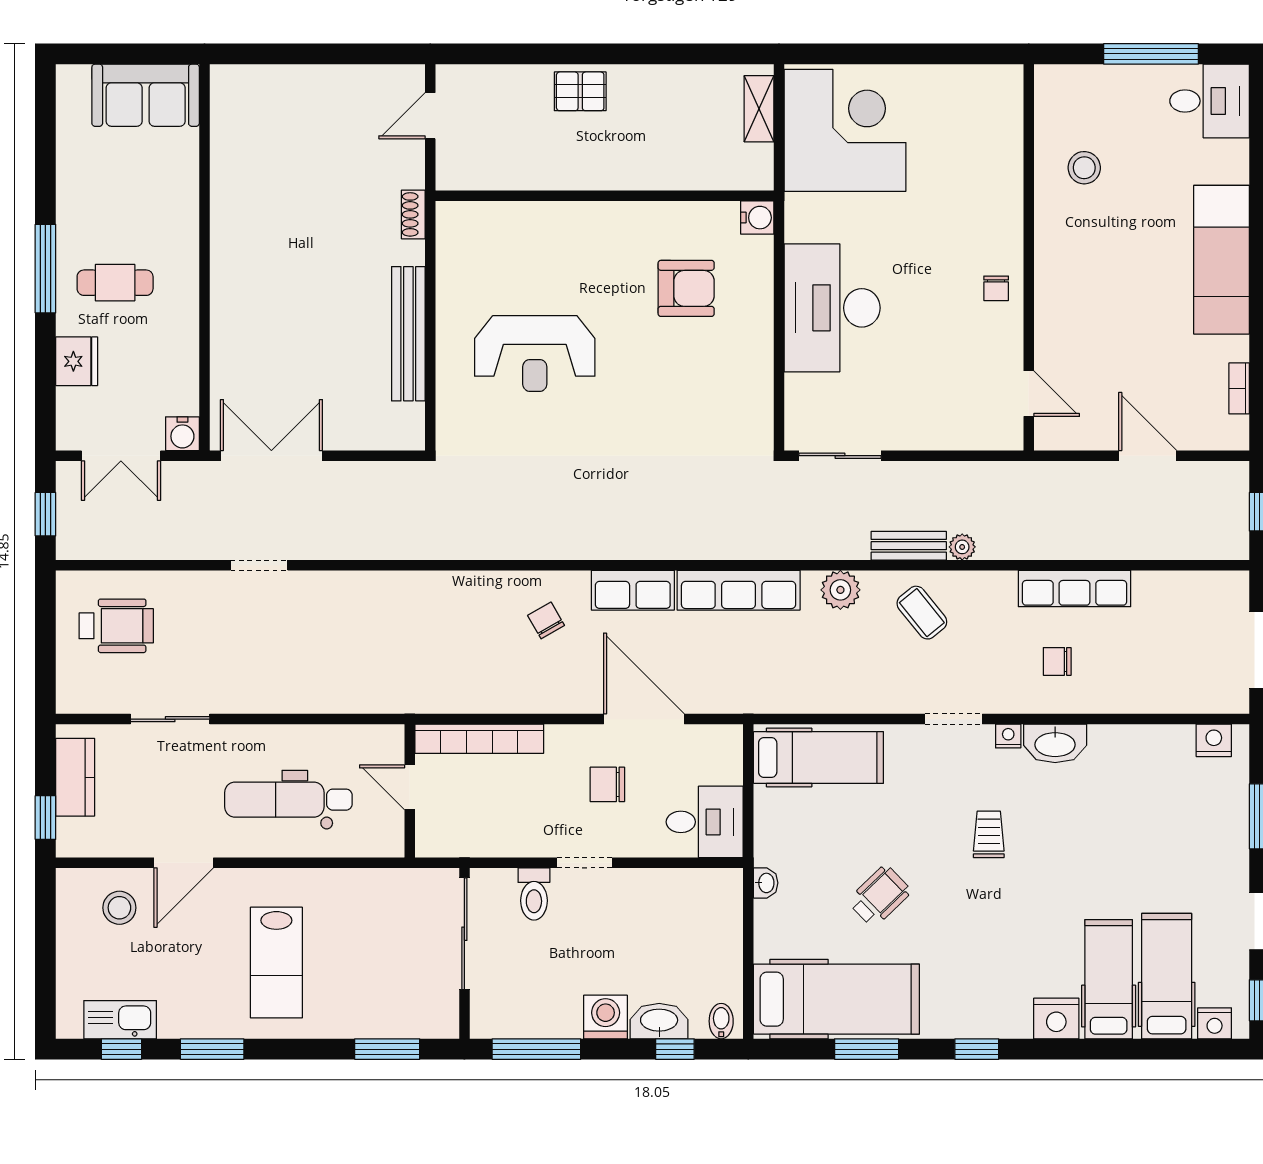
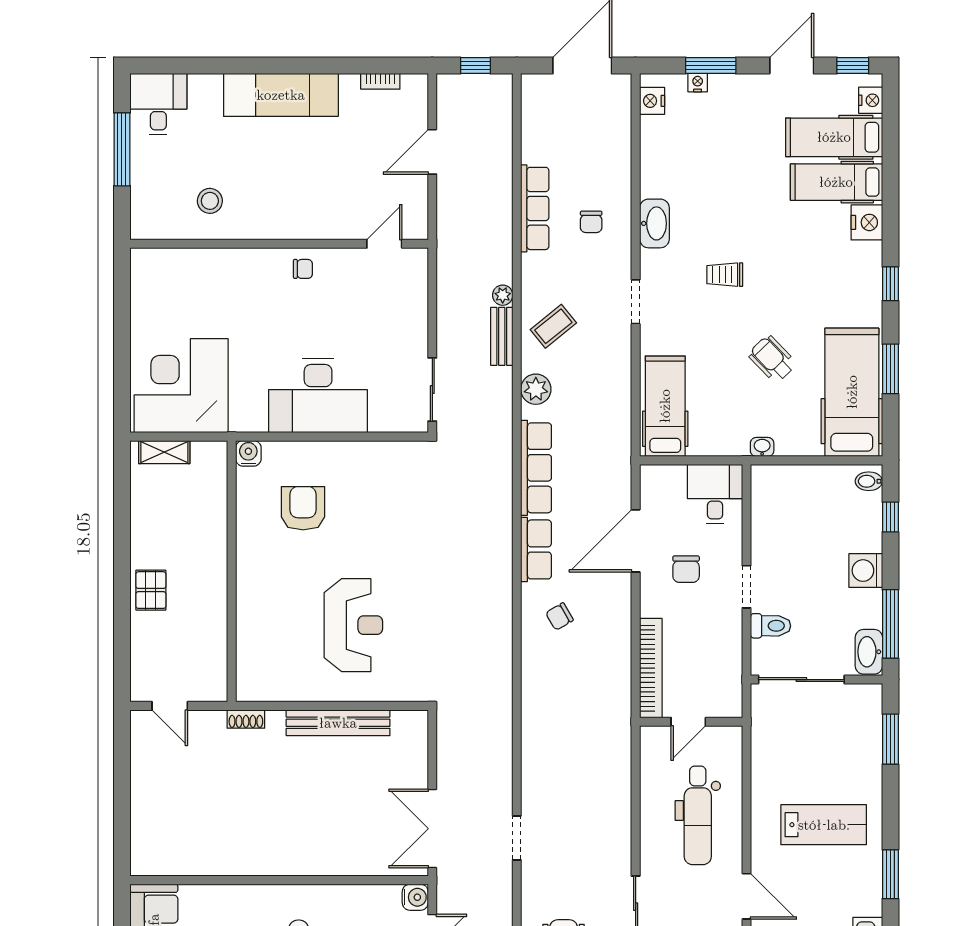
nightstand: (1008, 736) -> (698, 83), moved, turned 90
washbasin: (659, 1021) -> (869, 652), moved

